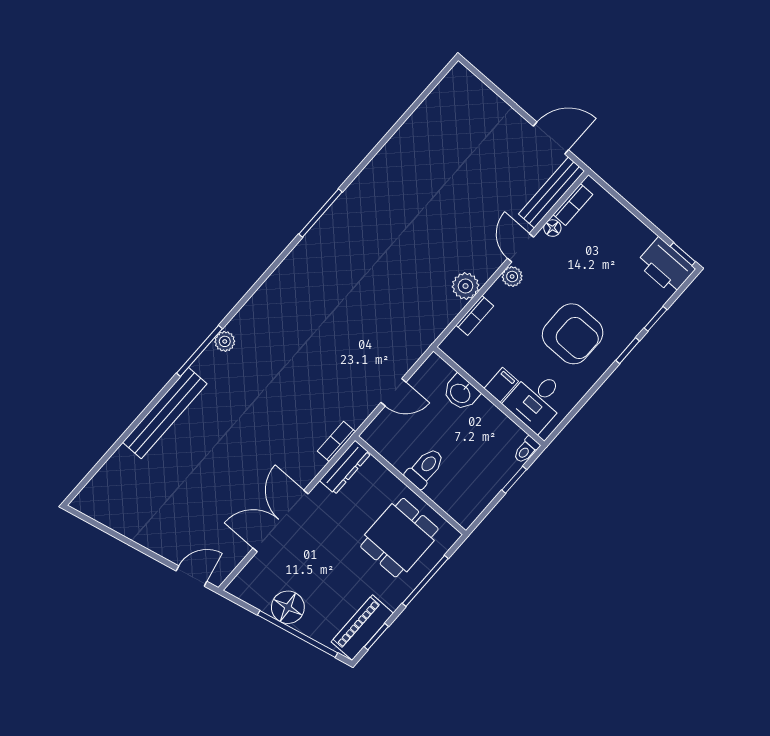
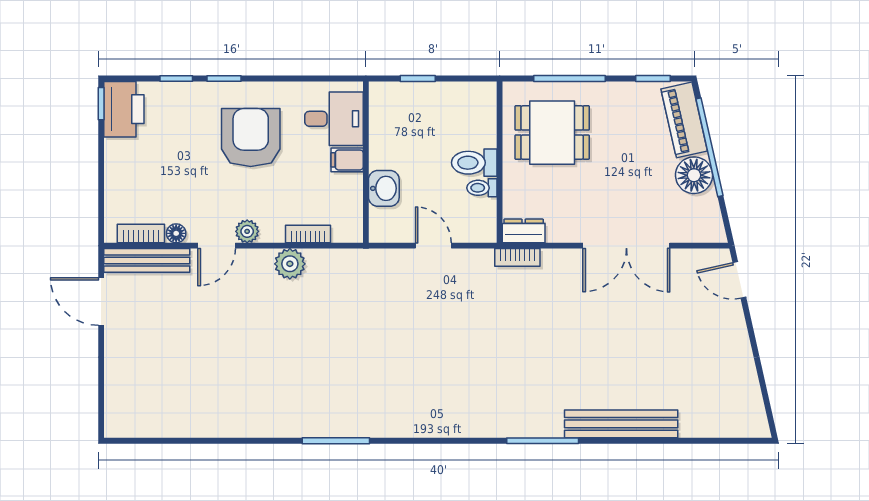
plant: (225, 341) -> (516, 426), removed
toilet: (526, 450) -> (482, 188), moved, turned 180
dresser: (345, 467) -> (524, 231), width x0.70
piano: (362, 627) -> (684, 120), moved, turned 77

